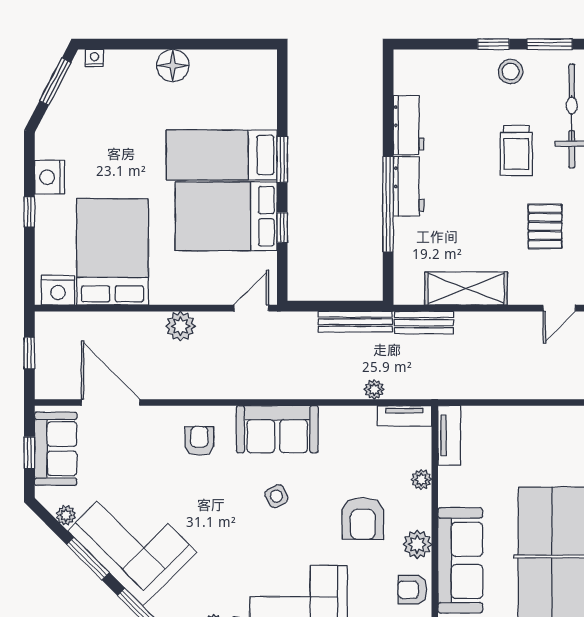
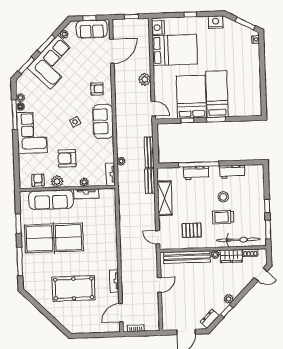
floor lamp: (173, 66) -> (254, 72), removed
stool: (511, 72) -> (223, 197), moved
nightstand: (50, 177) -> (216, 22), moved
workbench: (409, 186) -> (196, 173), moved
tv unit: (449, 435) -> (86, 194), moved

